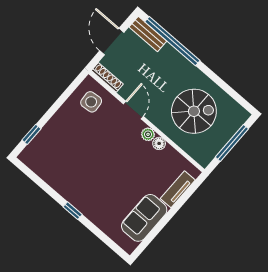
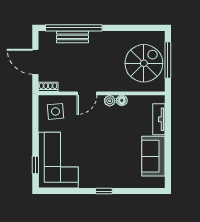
bench: (148, 34) -> (72, 37), moved
shoe rack: (107, 77) -> (48, 87), width x0.70
door: (133, 110) -> (87, 93), swing flipped
spiral stairs: (194, 111) -> (144, 63), moved
corner sofa: (56, 148) -> (58, 160), added

